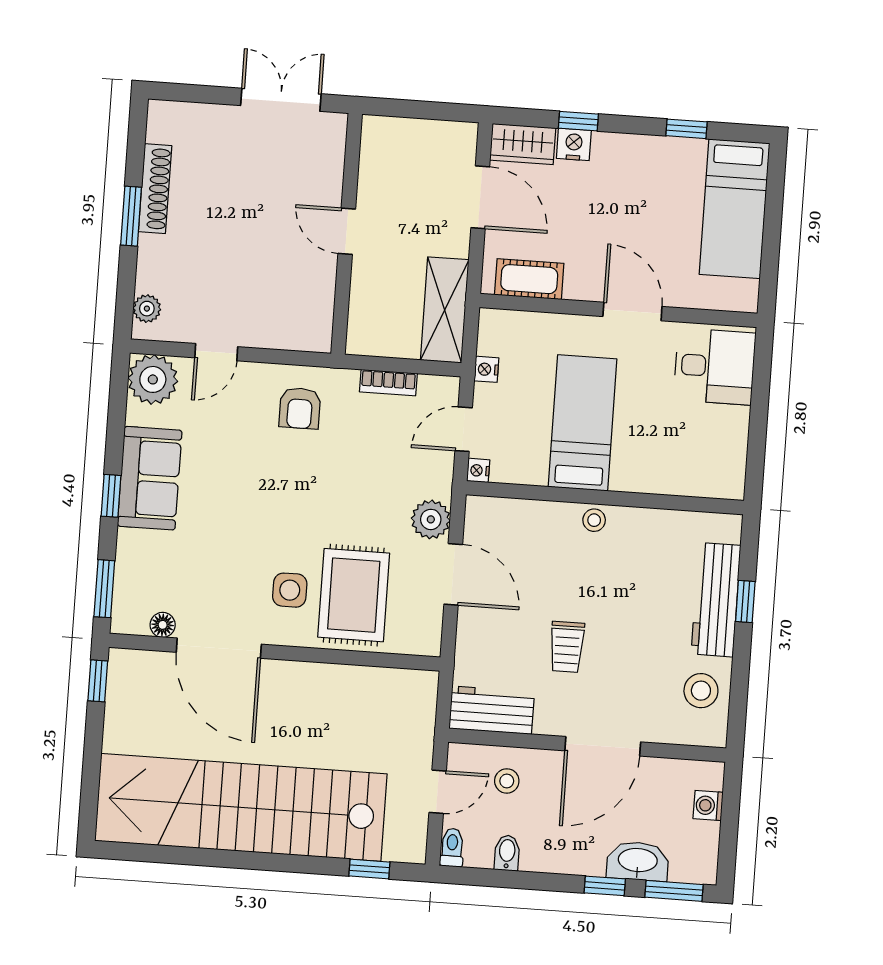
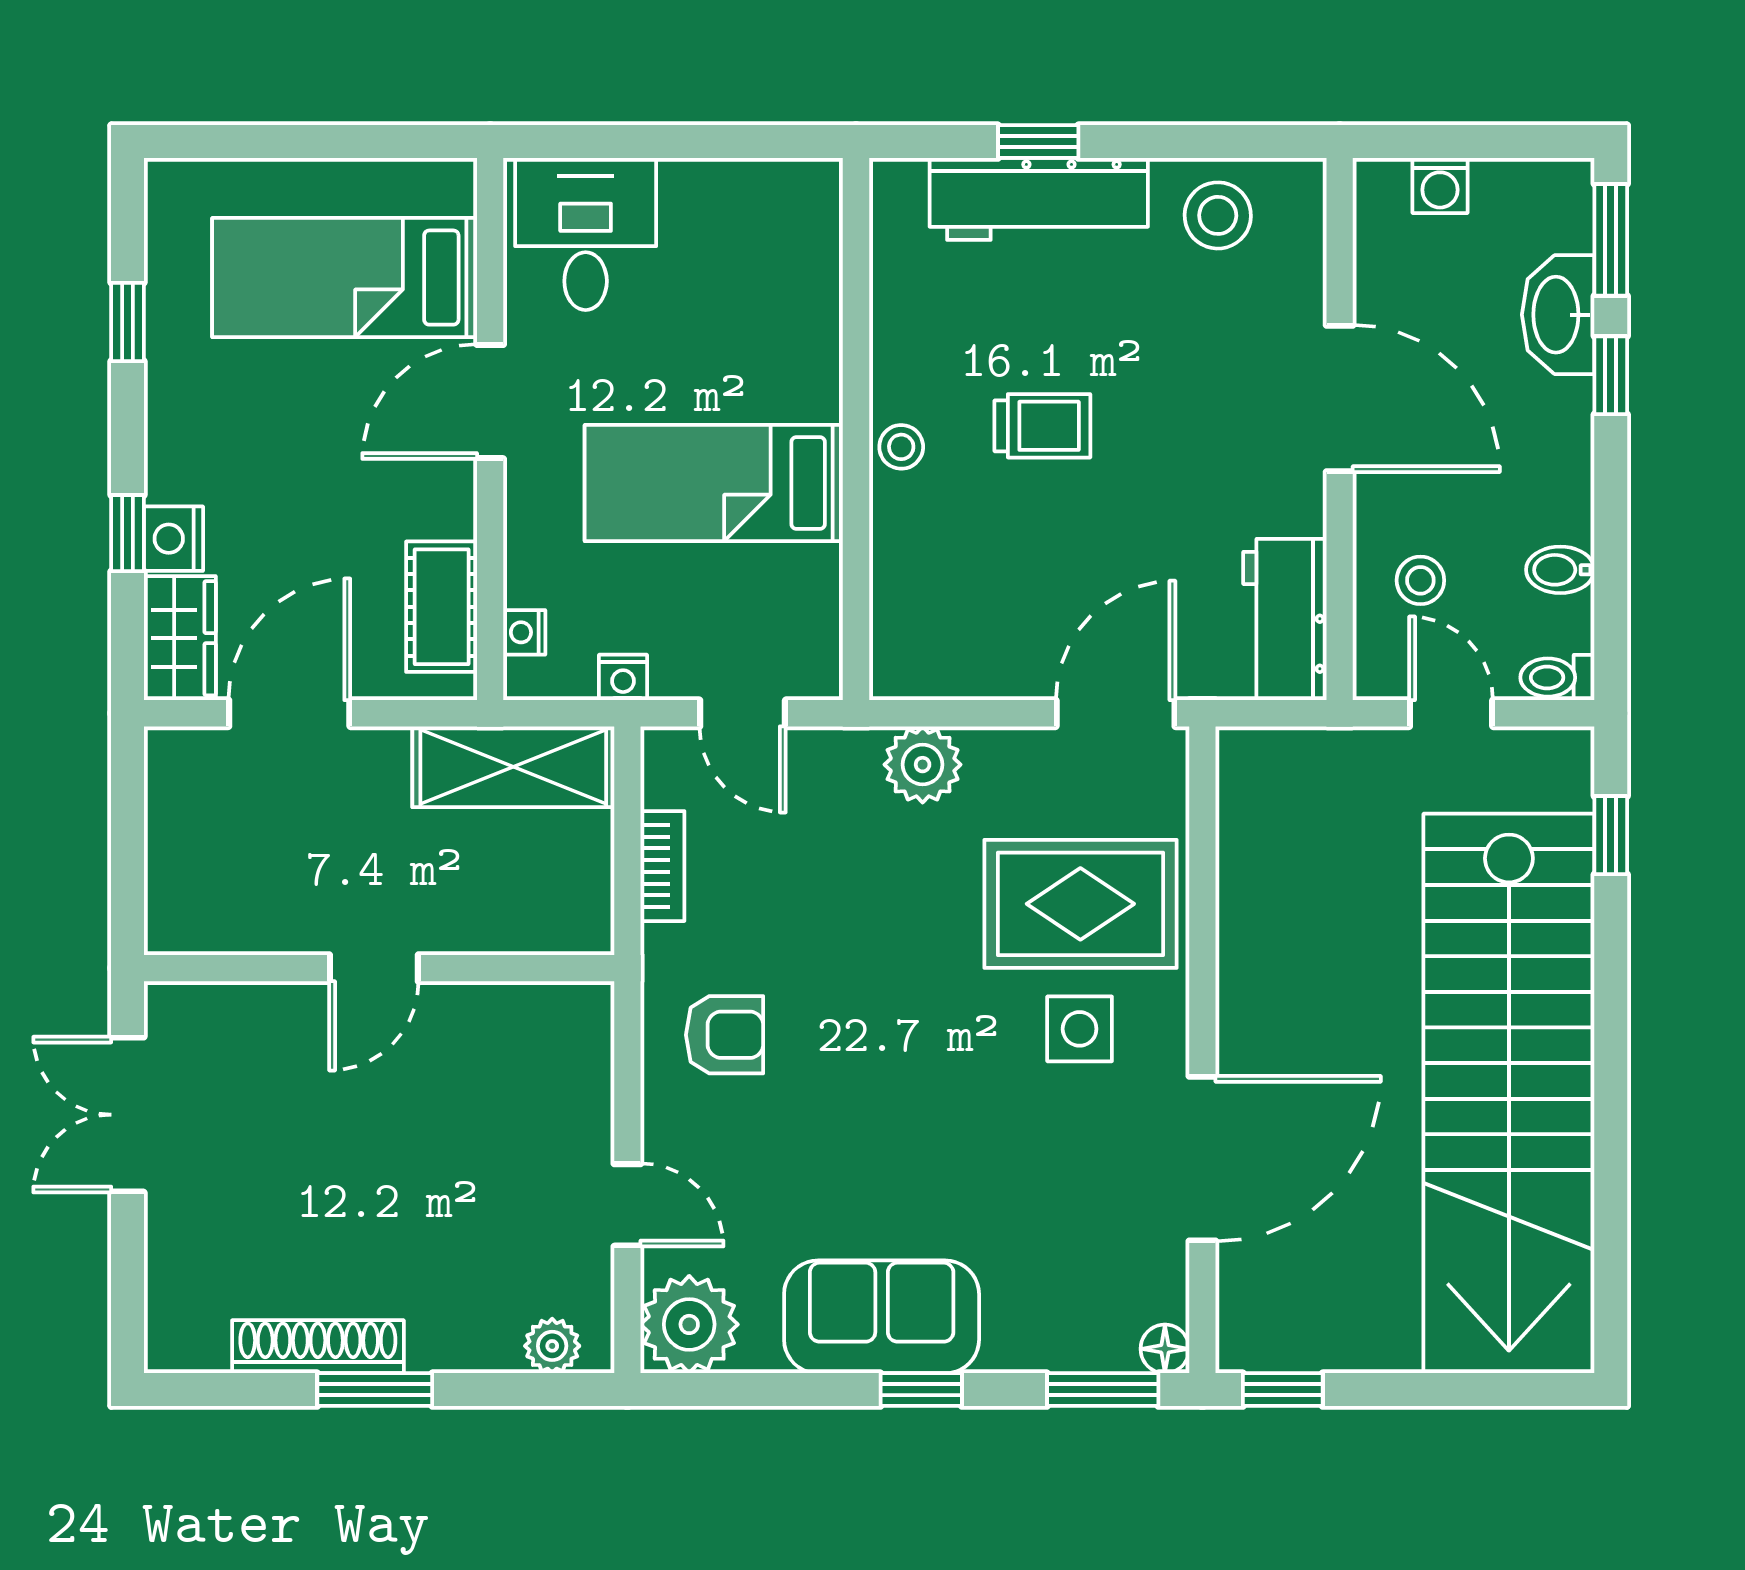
bed: (734, 209) -> (345, 278), moved, turned 180
nightstand: (478, 470) -> (524, 632), moved, turned 90
door: (453, 574) -> (1116, 713), moved
floor lamp: (163, 625) -> (1165, 1349), moved
trolley: (567, 647) -> (1042, 426), moved

